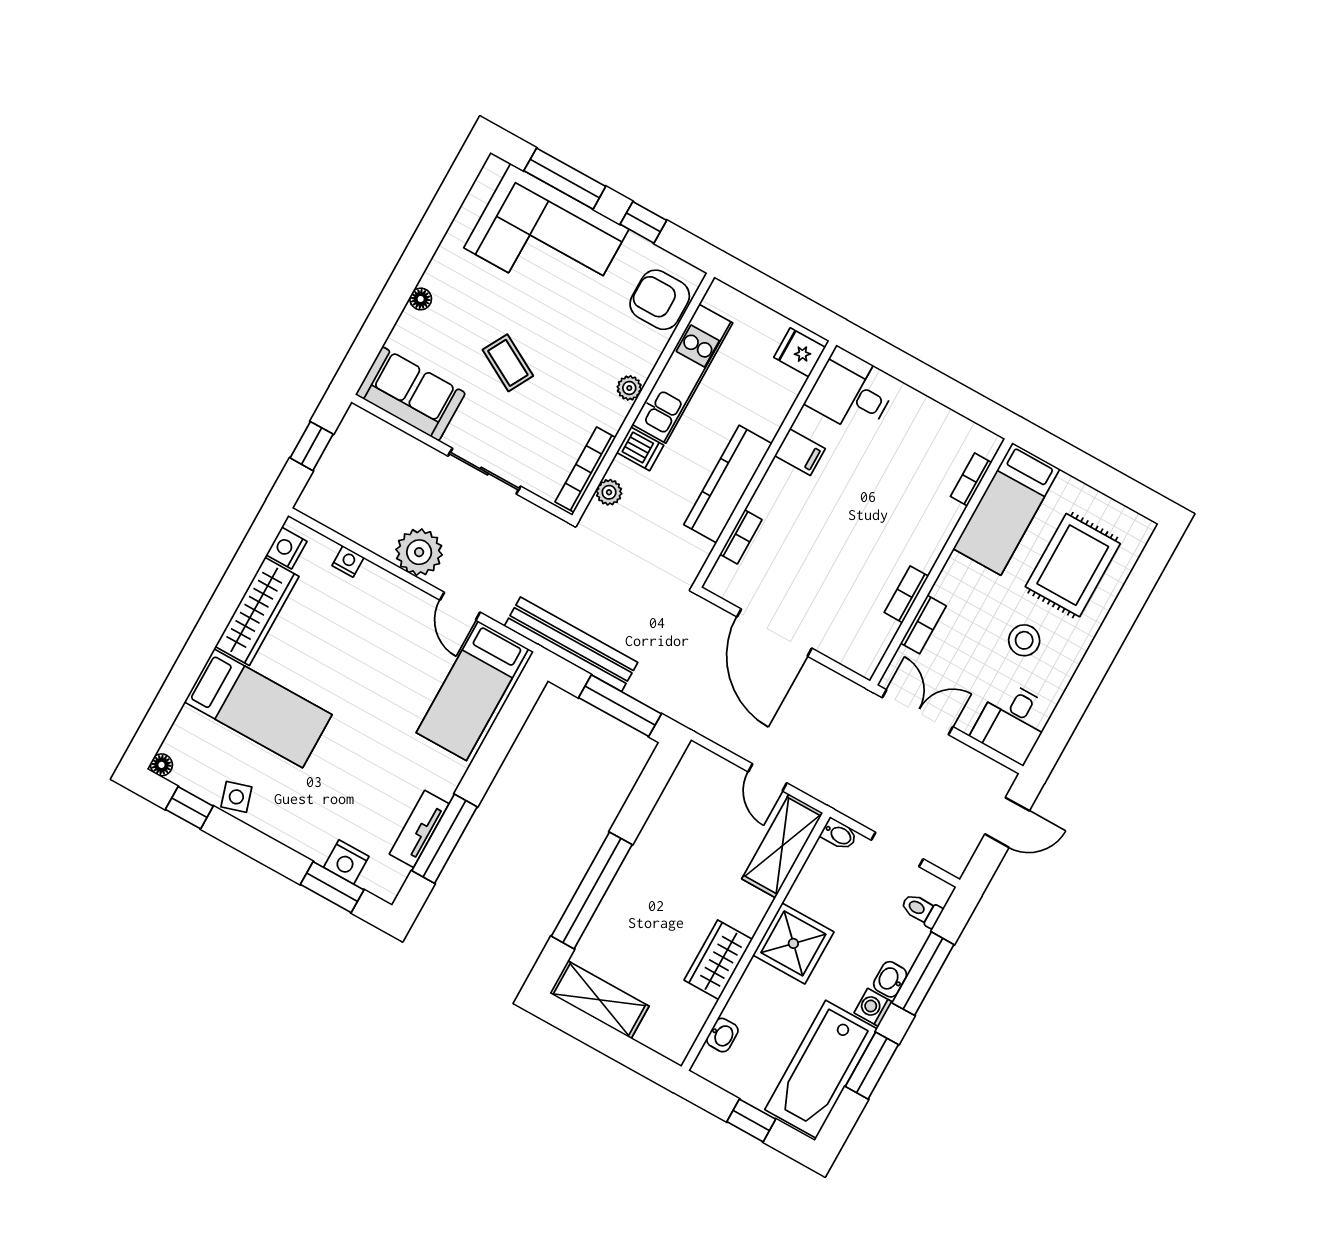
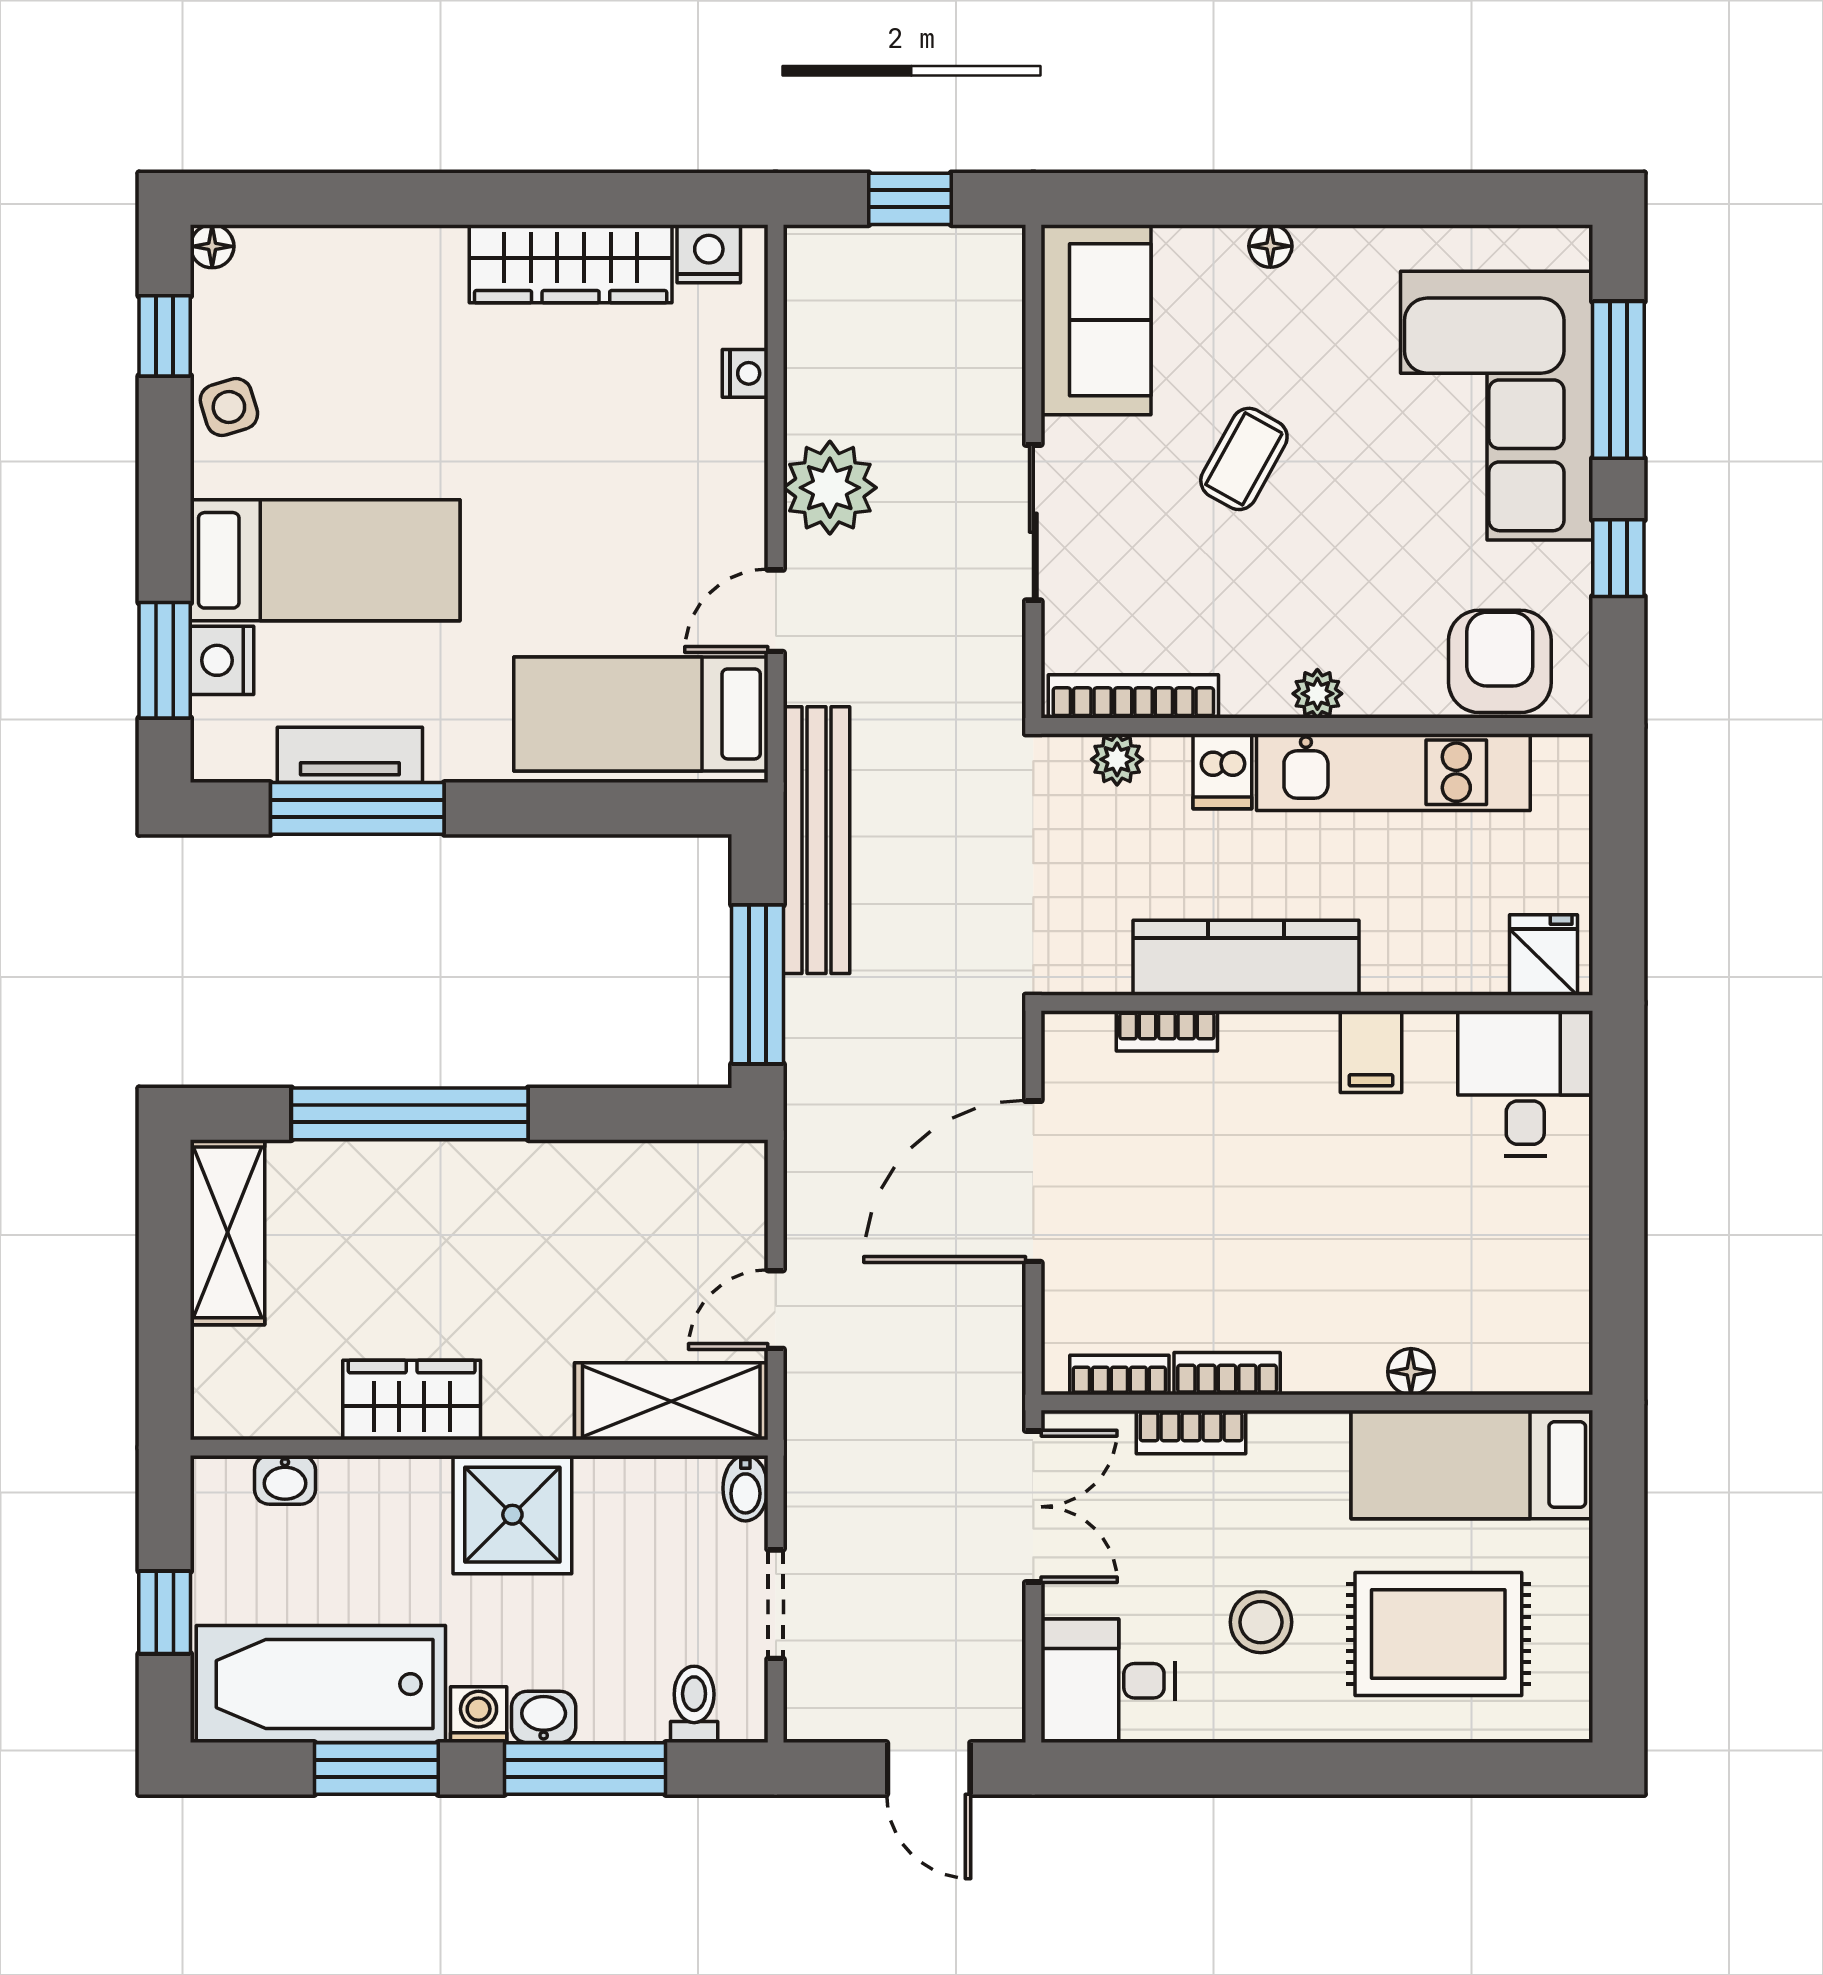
bookcase: (971, 479) -> (1119, 1375), moved
floor lamp: (951, 513) -> (1411, 1372), added
bed: (258, 708) -> (325, 560), moved, turned -90

